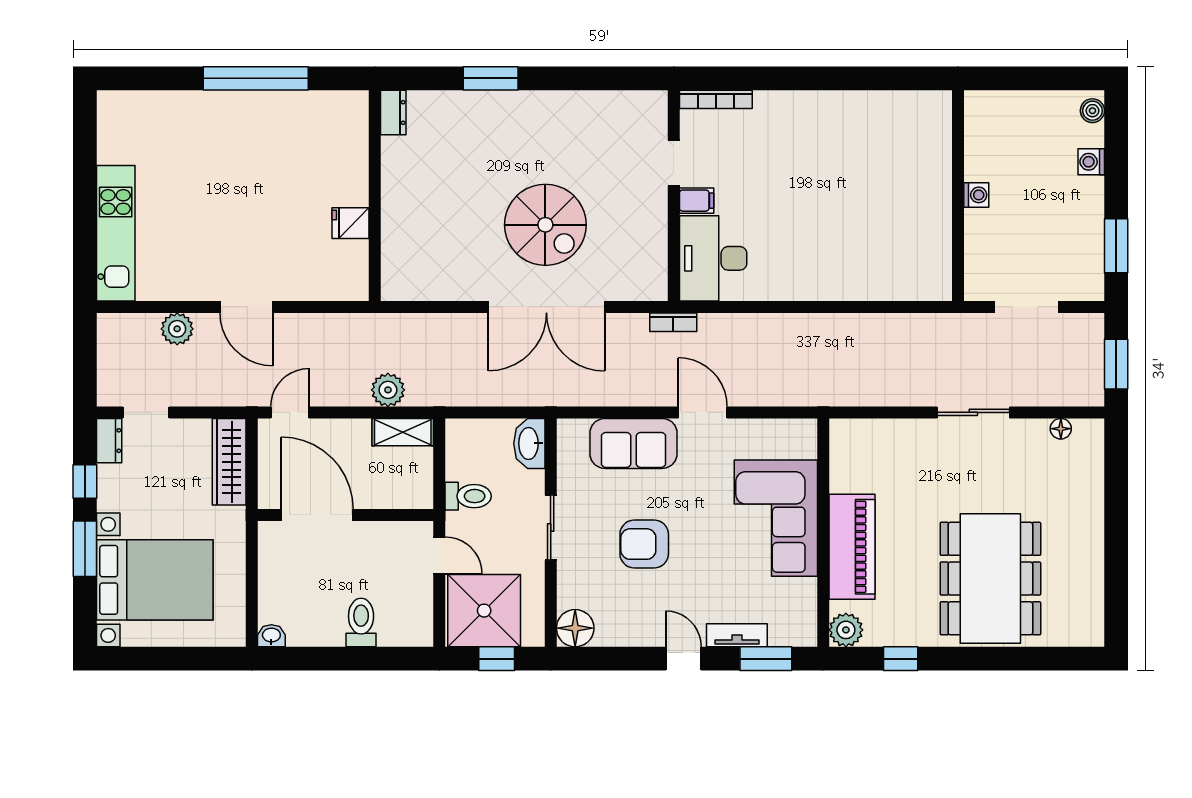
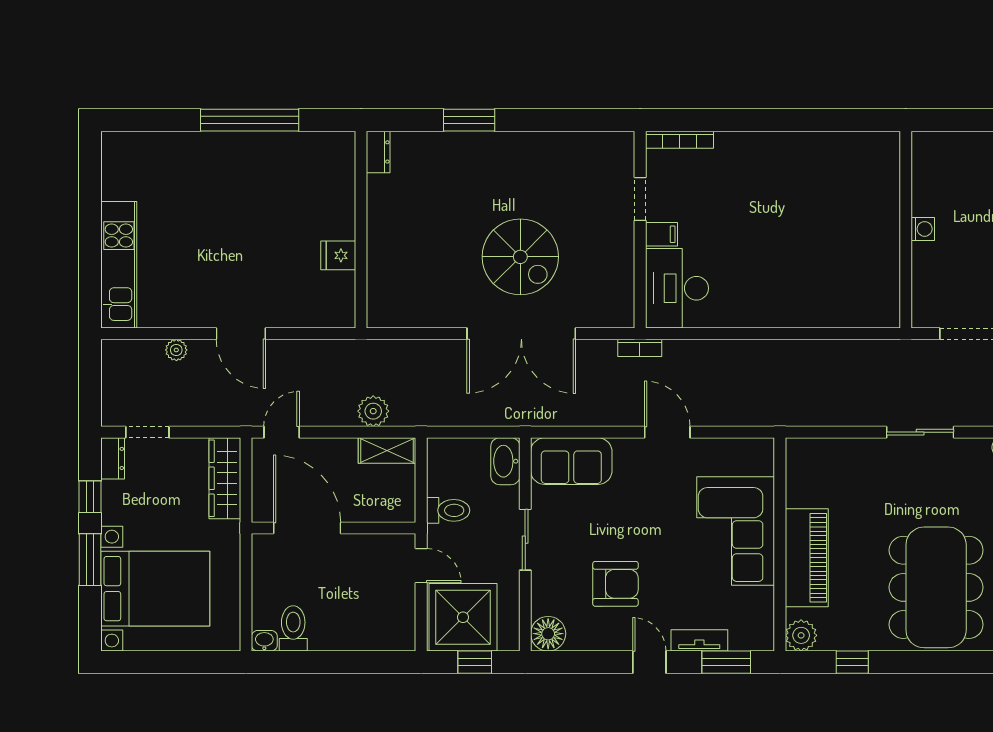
plant: (177, 329) -> (176, 350), width x0.73, depth x0.73
sofa: (634, 443) -> (571, 461), moved
armchair: (644, 544) -> (616, 584), moved, turned 180
toilet: (361, 622) -> (293, 628), moved

